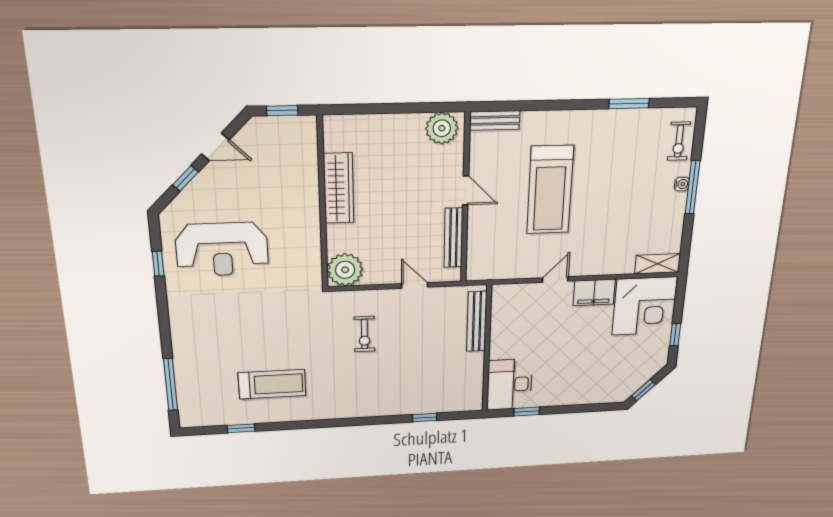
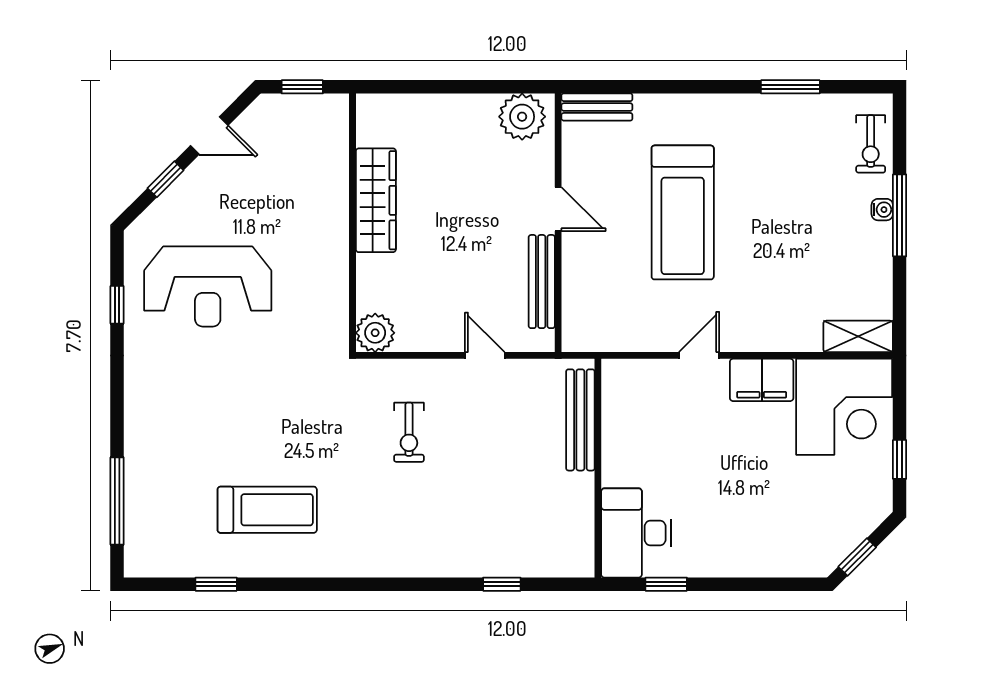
plant: (345, 270) -> (375, 333), width x0.73, depth x0.73

